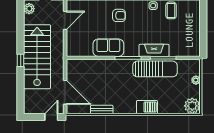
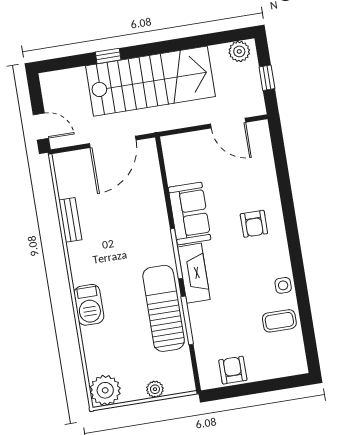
armchair: (192, 38) -> (233, 370), added
fireplace: (154, 50) -> (194, 273), moved
window: (21, 60) -> (108, 56), moved
sun lounger: (155, 69) -> (164, 308), turned 180
door: (65, 92) -> (113, 142), moved

